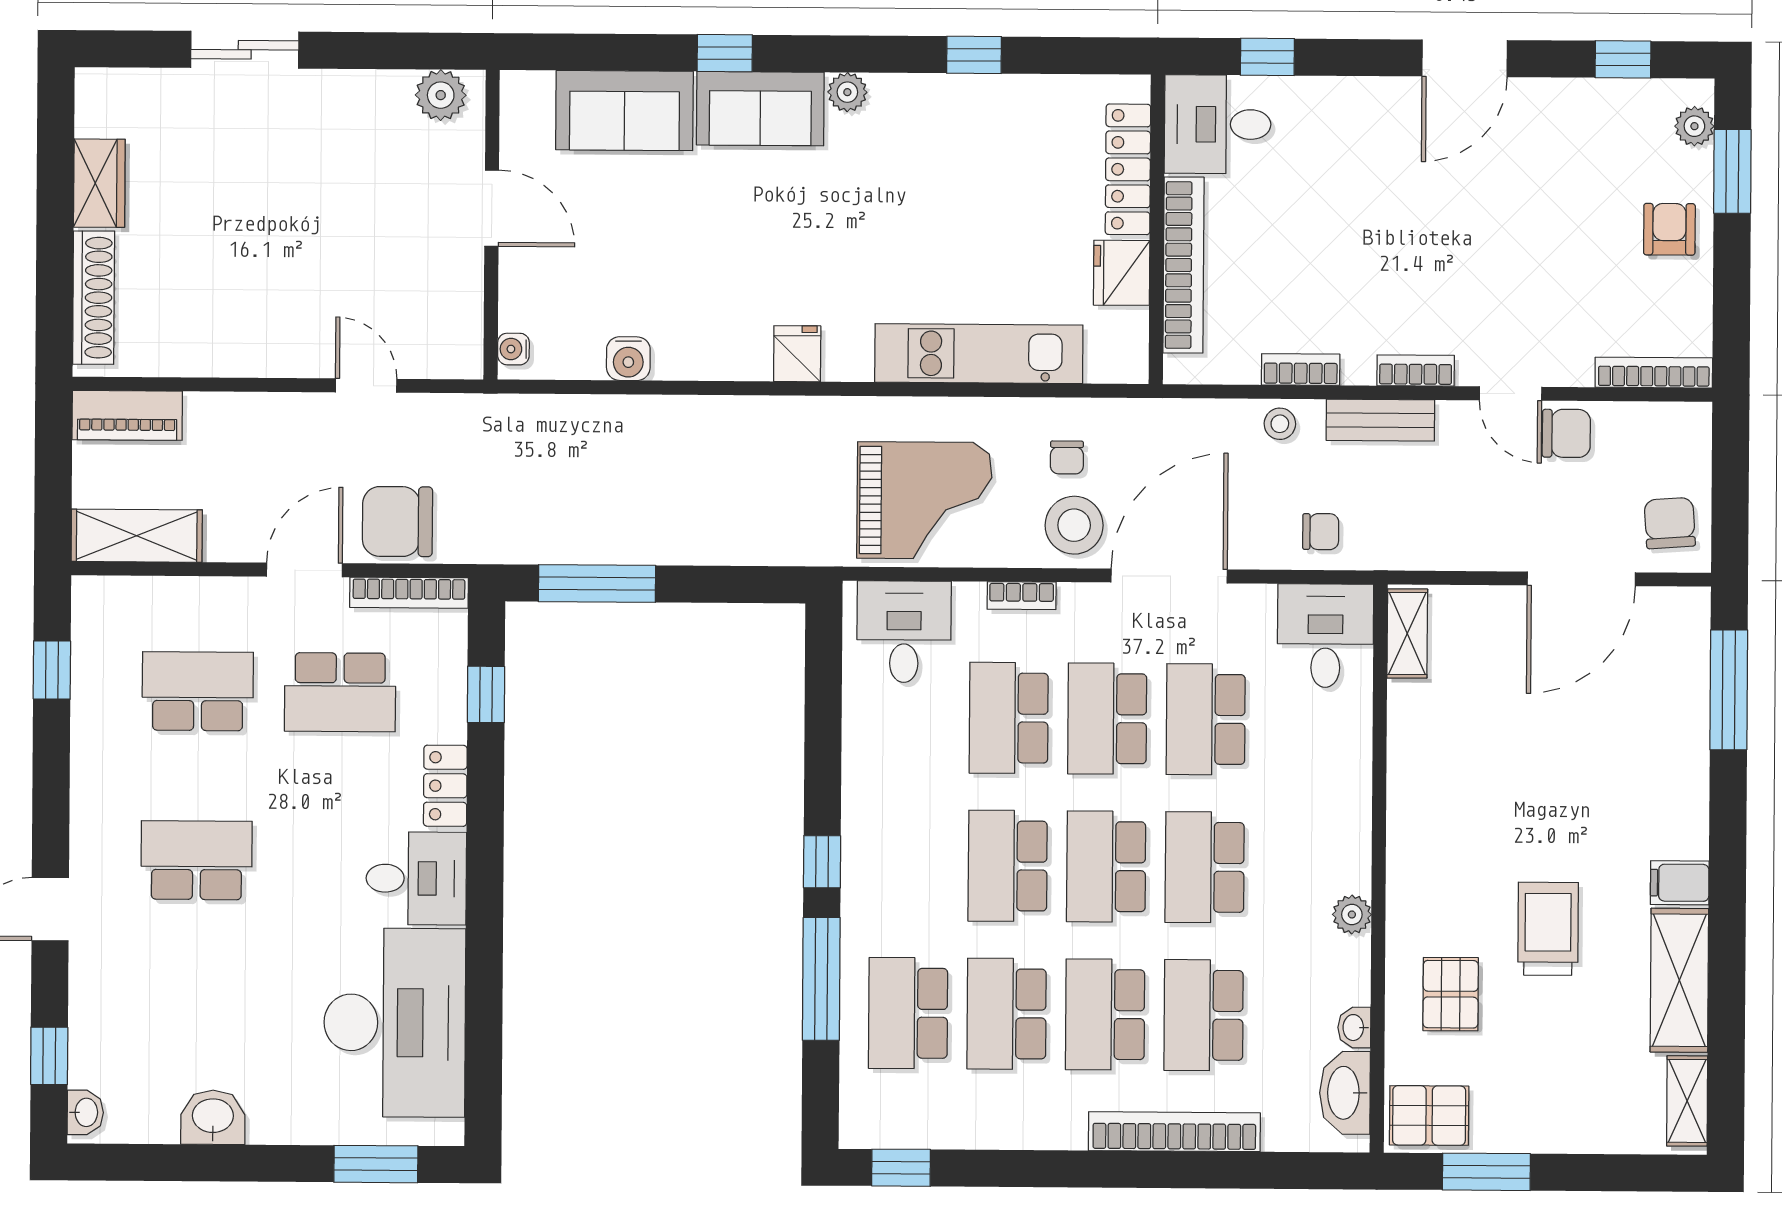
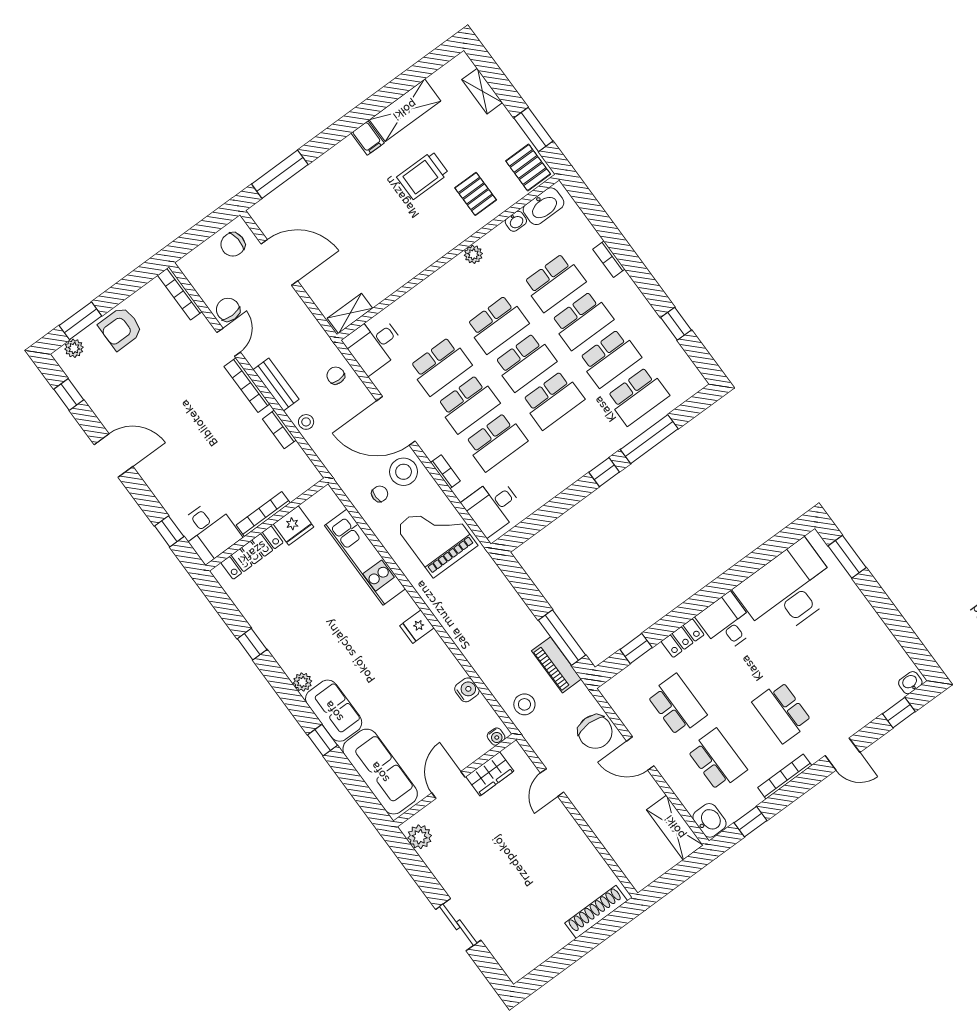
sofa: (624, 111) -> (380, 772), width x1.36
wardrobe: (99, 183) -> (490, 774), moved, turned 180
armchair: (1669, 229) -> (120, 328), width x1.38, depth x1.38
bookcase: (1183, 265) -> (263, 514), width x0.68, depth x0.76
bookcase: (1416, 371) -> (247, 385), width x1.56
piano: (127, 415) -> (556, 665), moved, turned 180
stool: (532, 437) -> (524, 704), added
bookcase: (409, 593) -> (785, 777), moved, turned -90
school desk: (198, 691) -> (717, 760), turned 180
pallet: (1451, 994) -> (476, 194), turned 90
shelving: (1687, 1101) -> (482, 91), moved, turned 90
washbasin: (213, 1117) -> (709, 820), moved, turned 180
bookcase: (1174, 1132) -> (609, 259), width x0.43, depth x0.76
window: (901, 1168) -> (676, 324), moved

